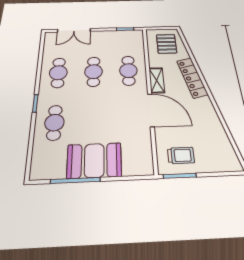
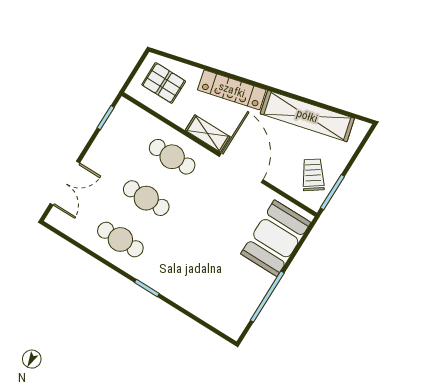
door: (151, 110) -> (241, 168), hinge flipped
cafe table: (54, 123) -> (186, 281), removed
shelving: (214, 127) -> (307, 116), added
trolley: (181, 155) -> (313, 175), turned -35
booth: (94, 160) -> (276, 238), moved

